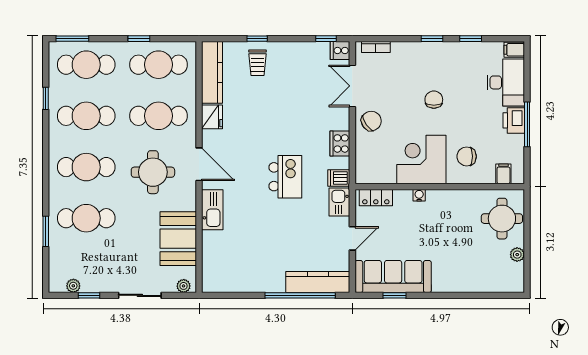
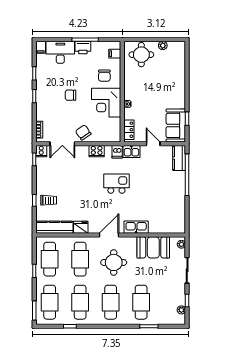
sofa: (393, 277) -> (176, 125), width x0.73
kitchen counter: (318, 282) -> (179, 158), width x0.67

